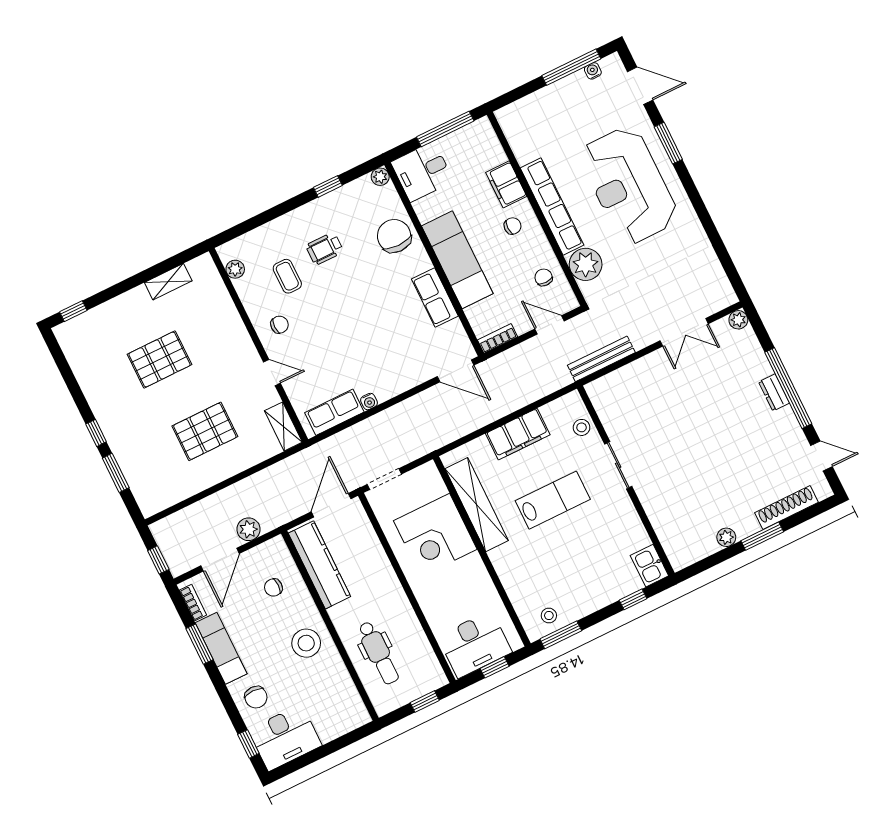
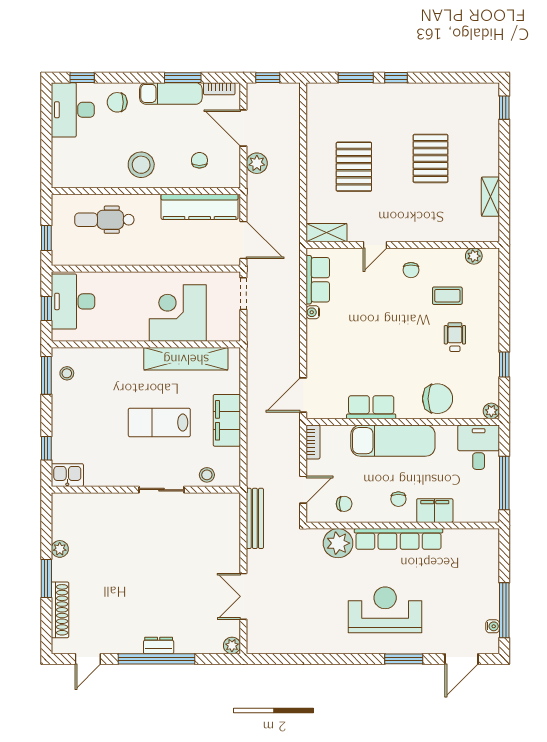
reception desk: (629, 185) -> (385, 610), width x0.74, depth x0.77
lab bench: (553, 500) -> (159, 422), turned 90

